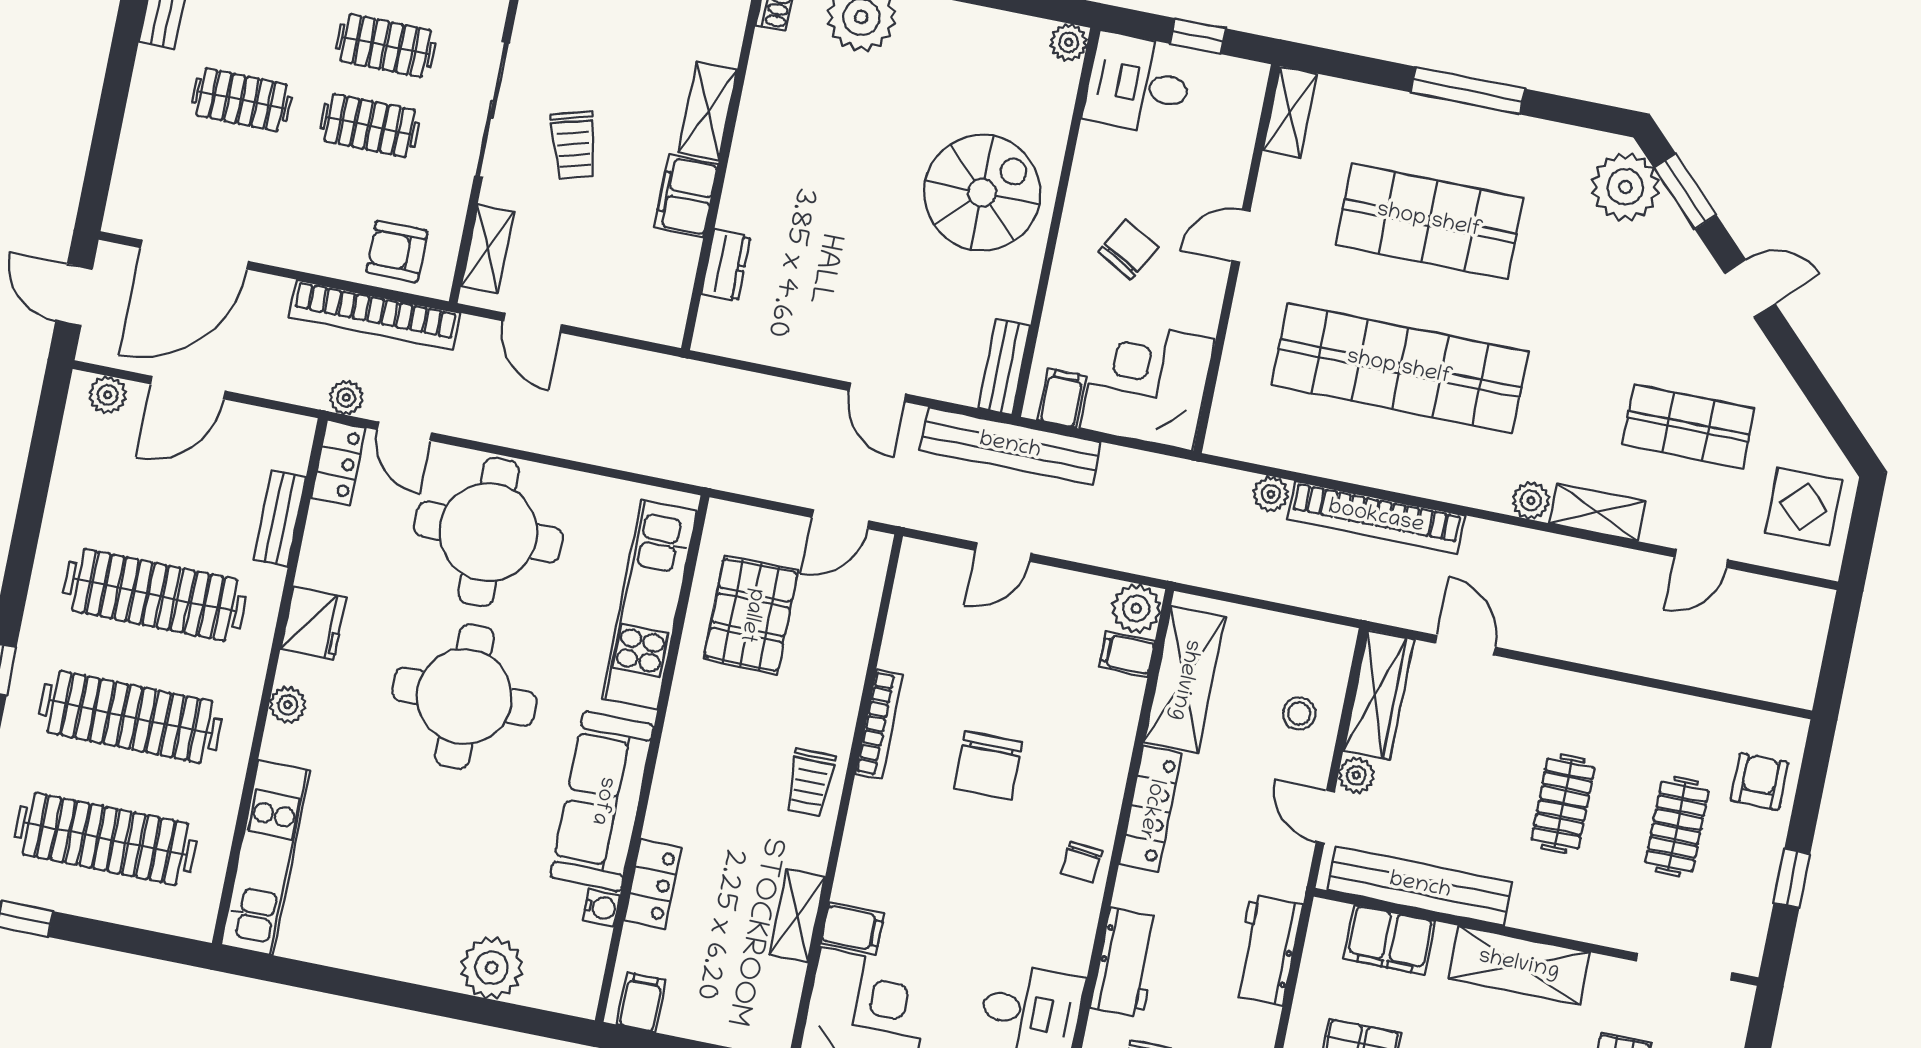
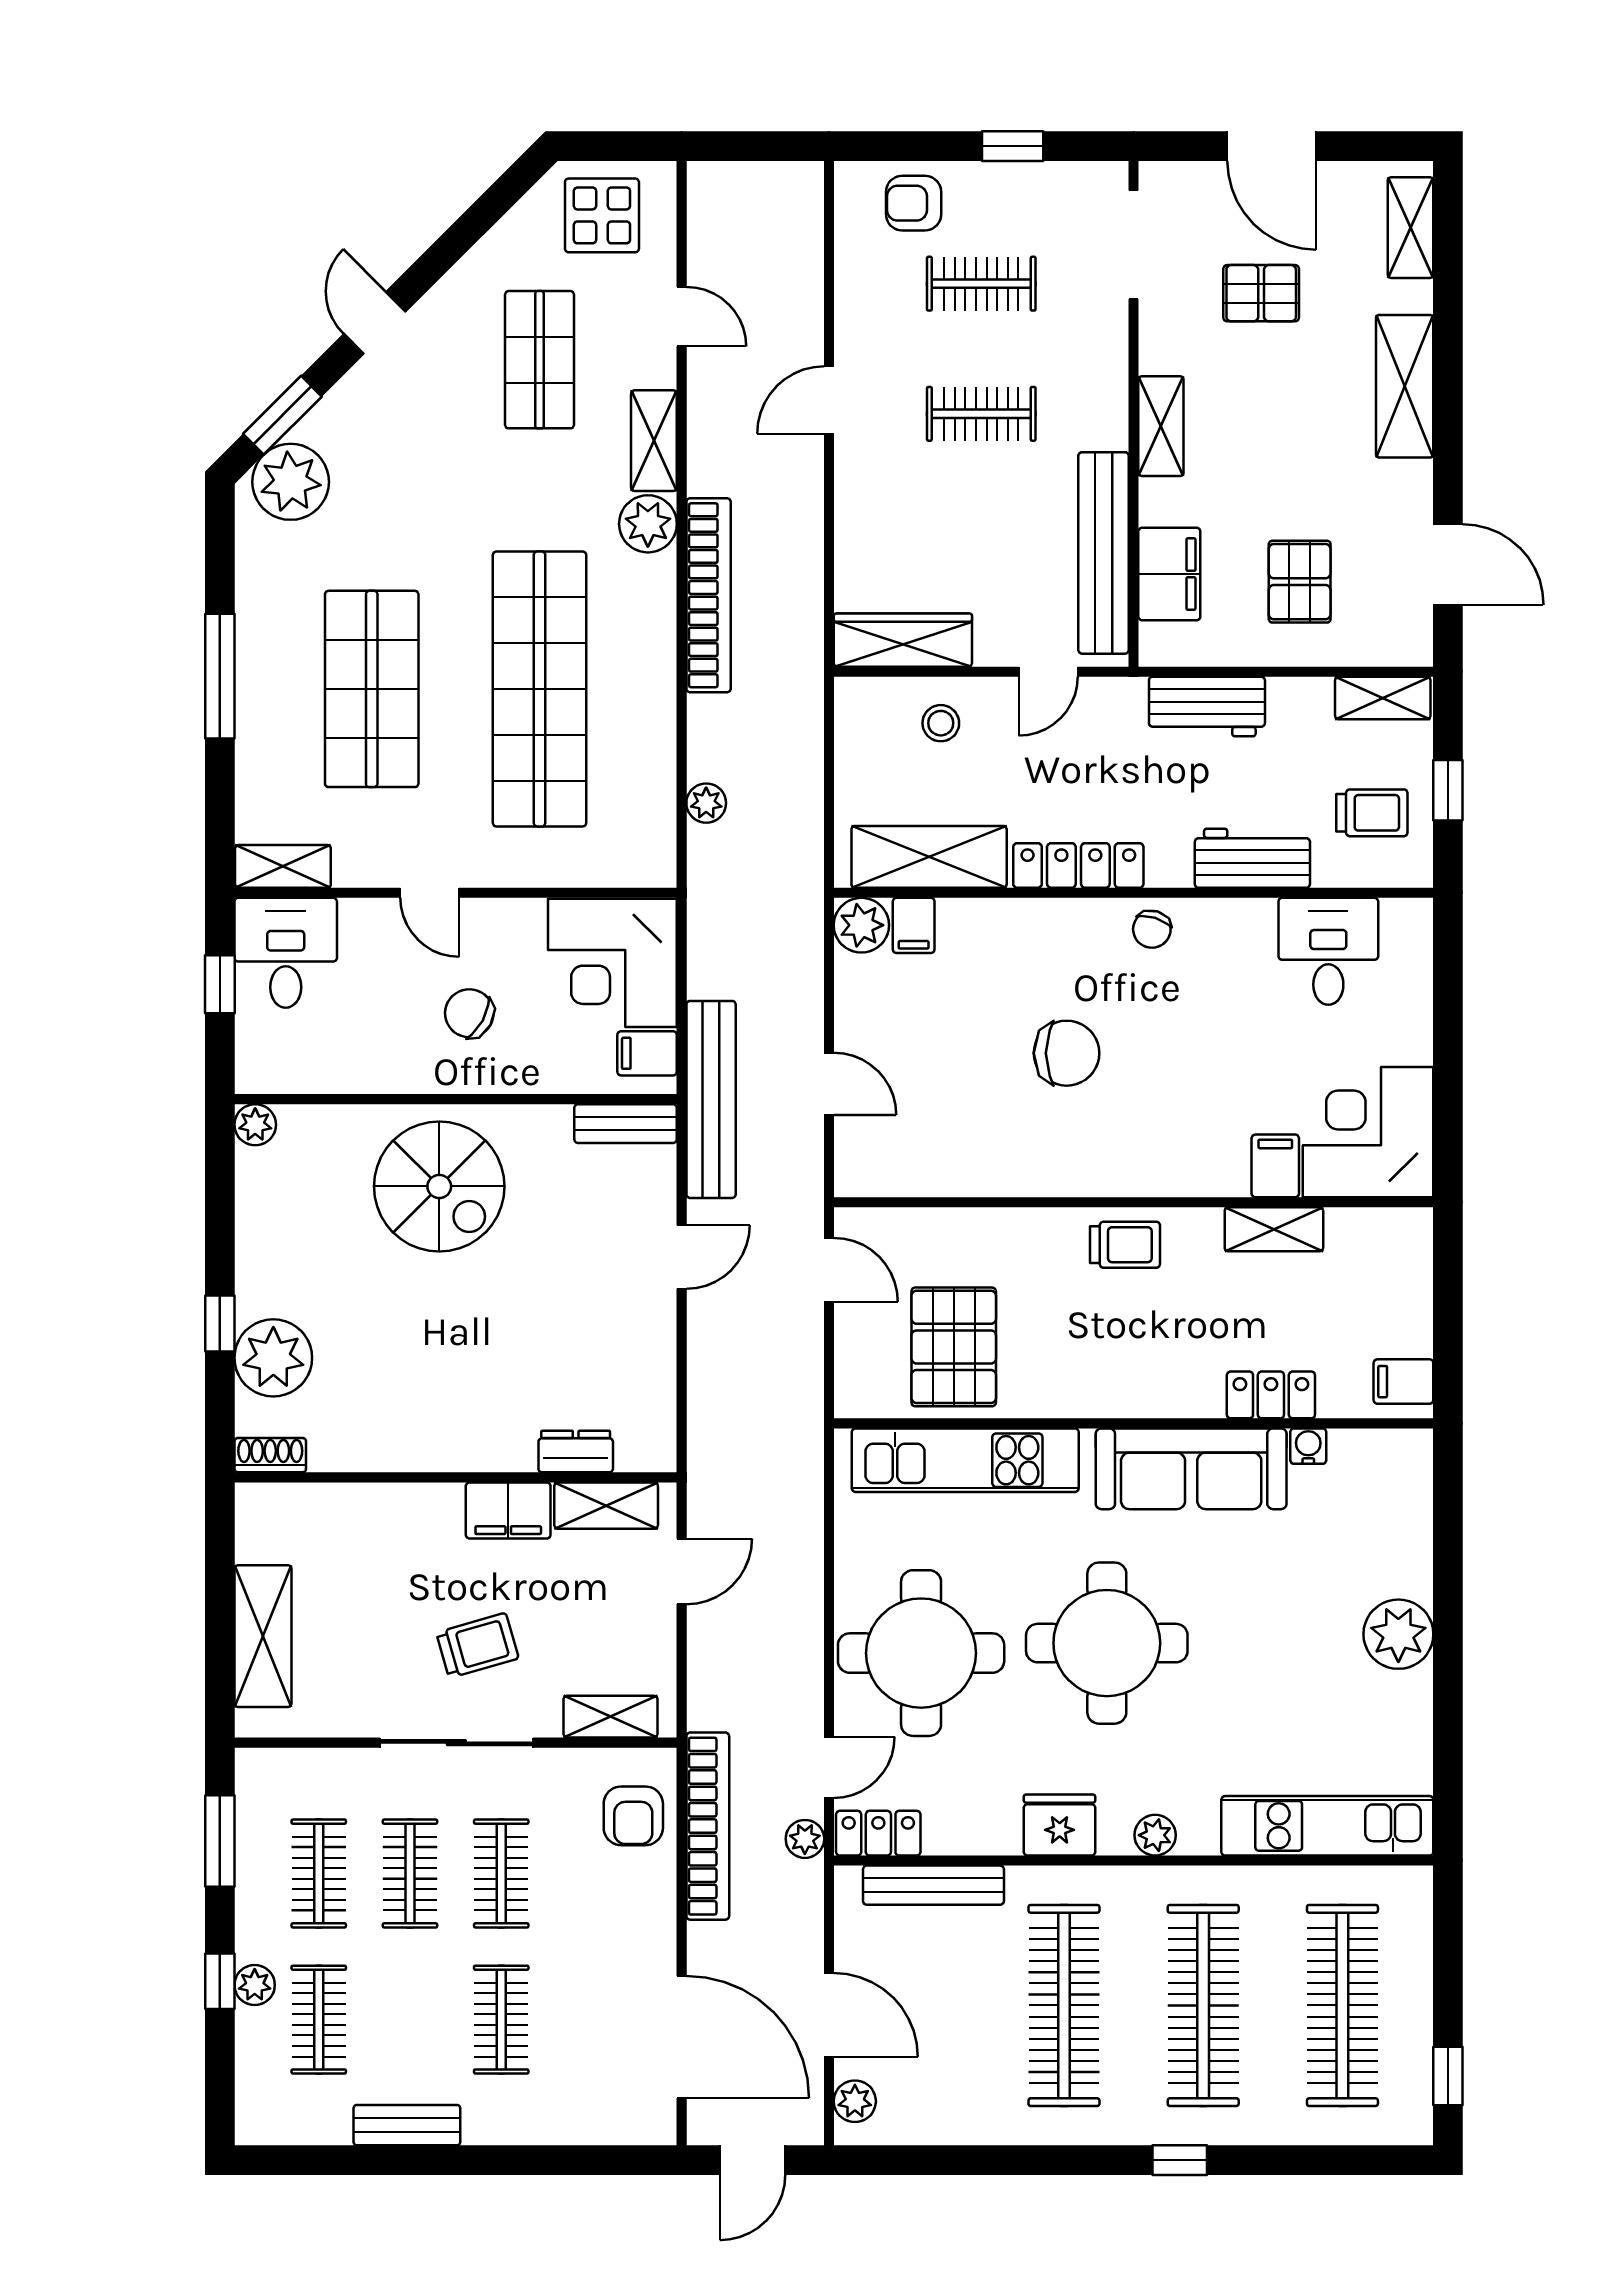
desk: (1138, 84) -> (286, 953), moved, turned 180
shelving: (708, 111) -> (606, 1506), moved
spiral stairs: (982, 193) -> (439, 1186), turned 180
door: (532, 323) -> (682, 1571), moved
plant: (1531, 501) -> (648, 524), width x1.38, depth x1.38
bookcase: (1376, 517) -> (709, 595), moved
bench: (280, 518) -> (933, 1885), width x1.36
pallet: (751, 615) -> (954, 1347), turned 90
door: (1465, 645) -> (829, 400), moved
bookcase: (879, 724) -> (1046, 1182), removed
plant: (1356, 775) -> (996, 647), removed
chair: (1081, 862) -> (1152, 929), turned 101
shelving: (1519, 965) -> (1161, 426), width x0.67, depth x0.75
plant: (492, 968) -> (1398, 1634), moved

